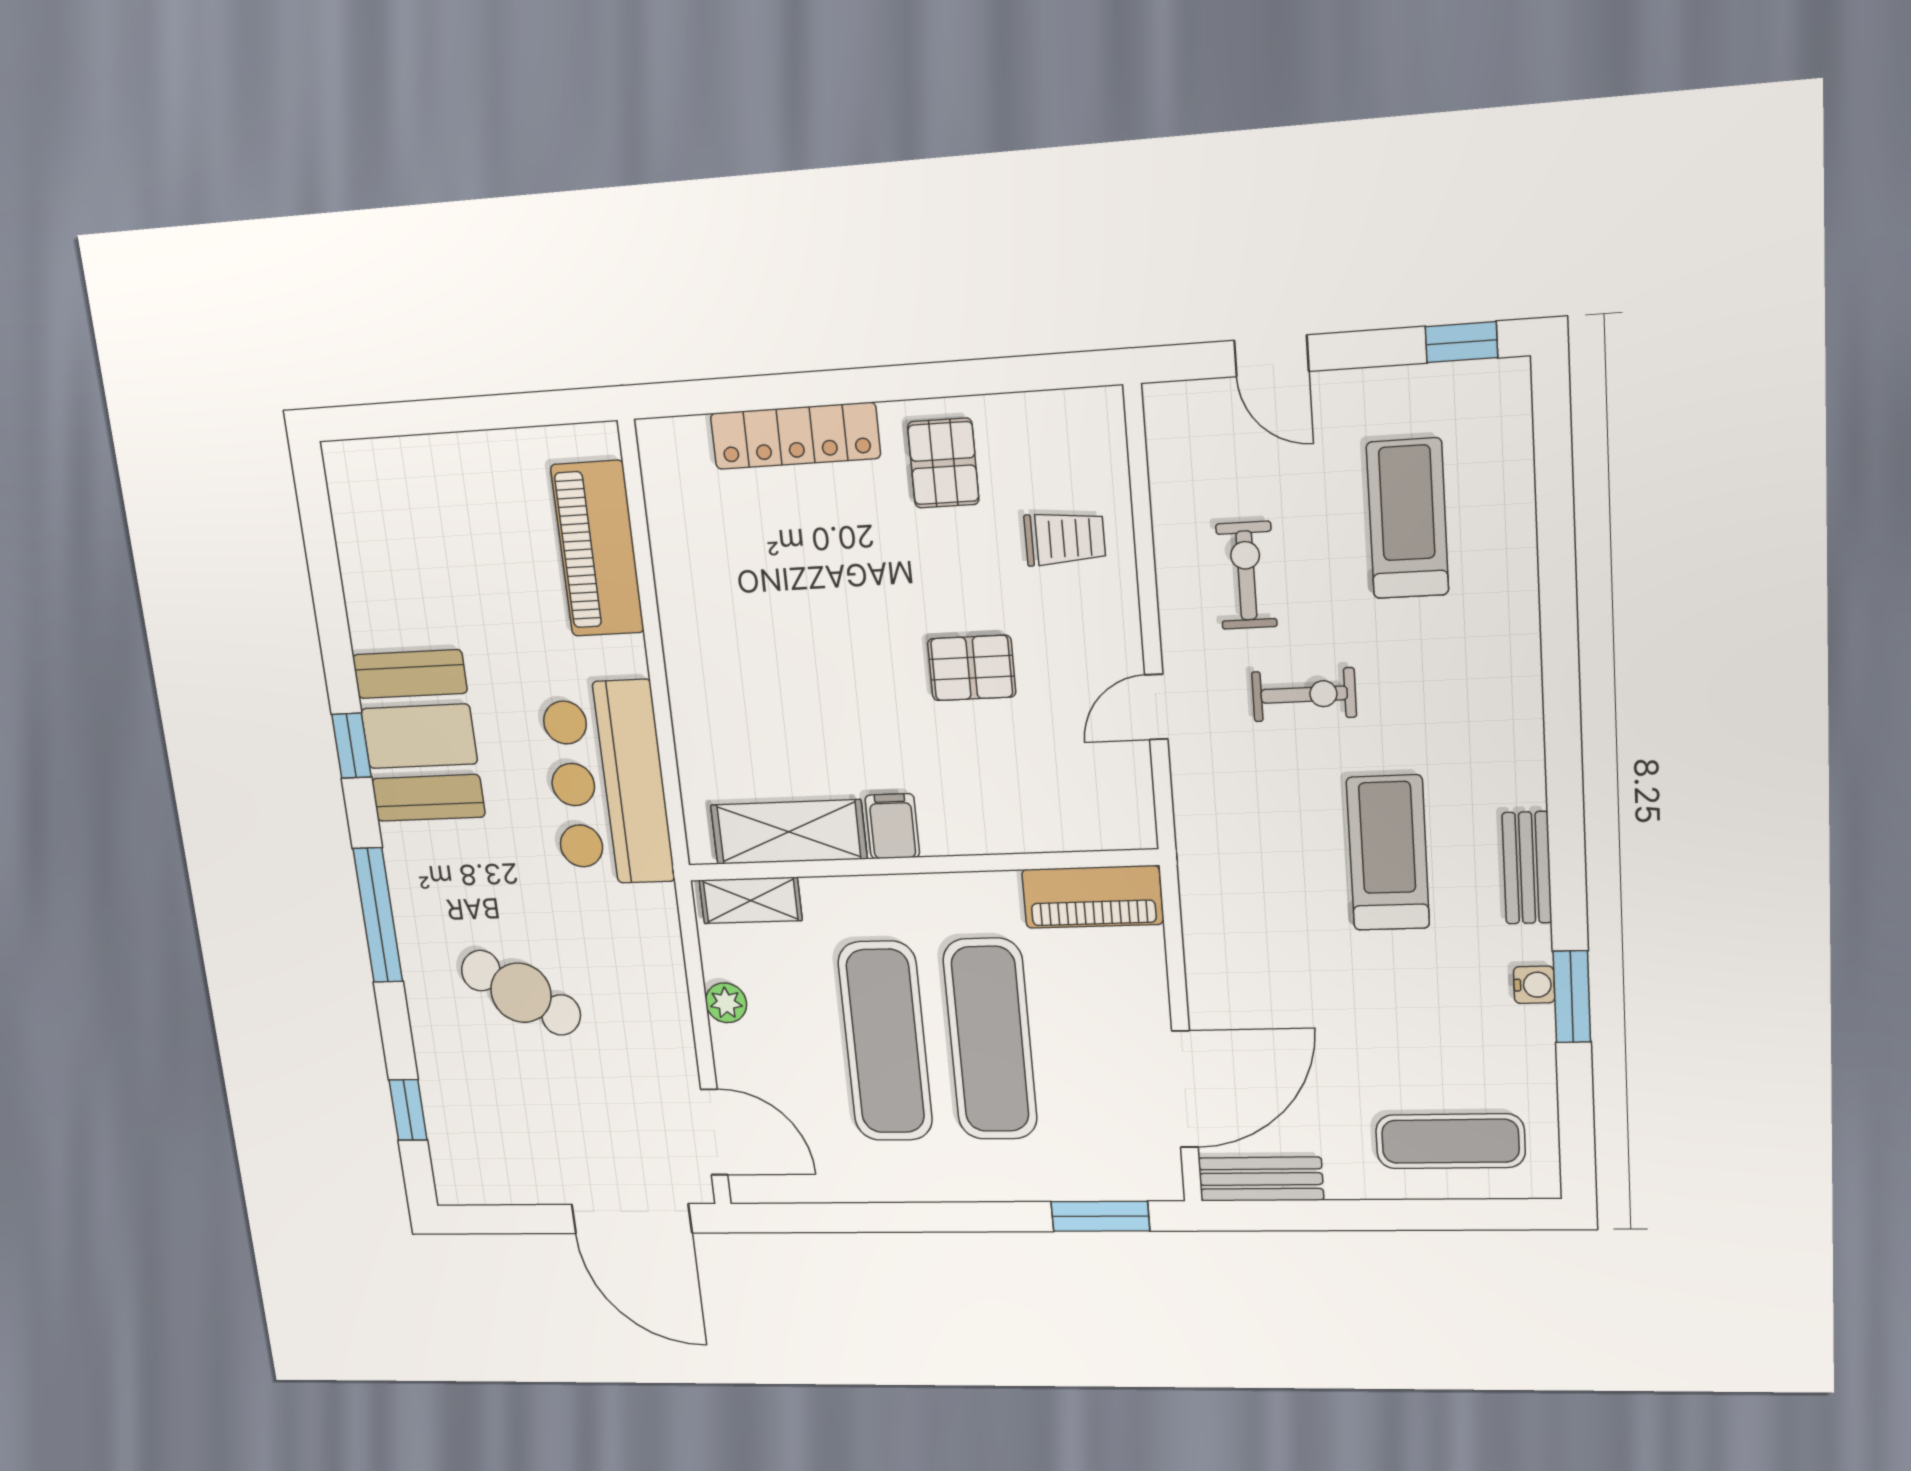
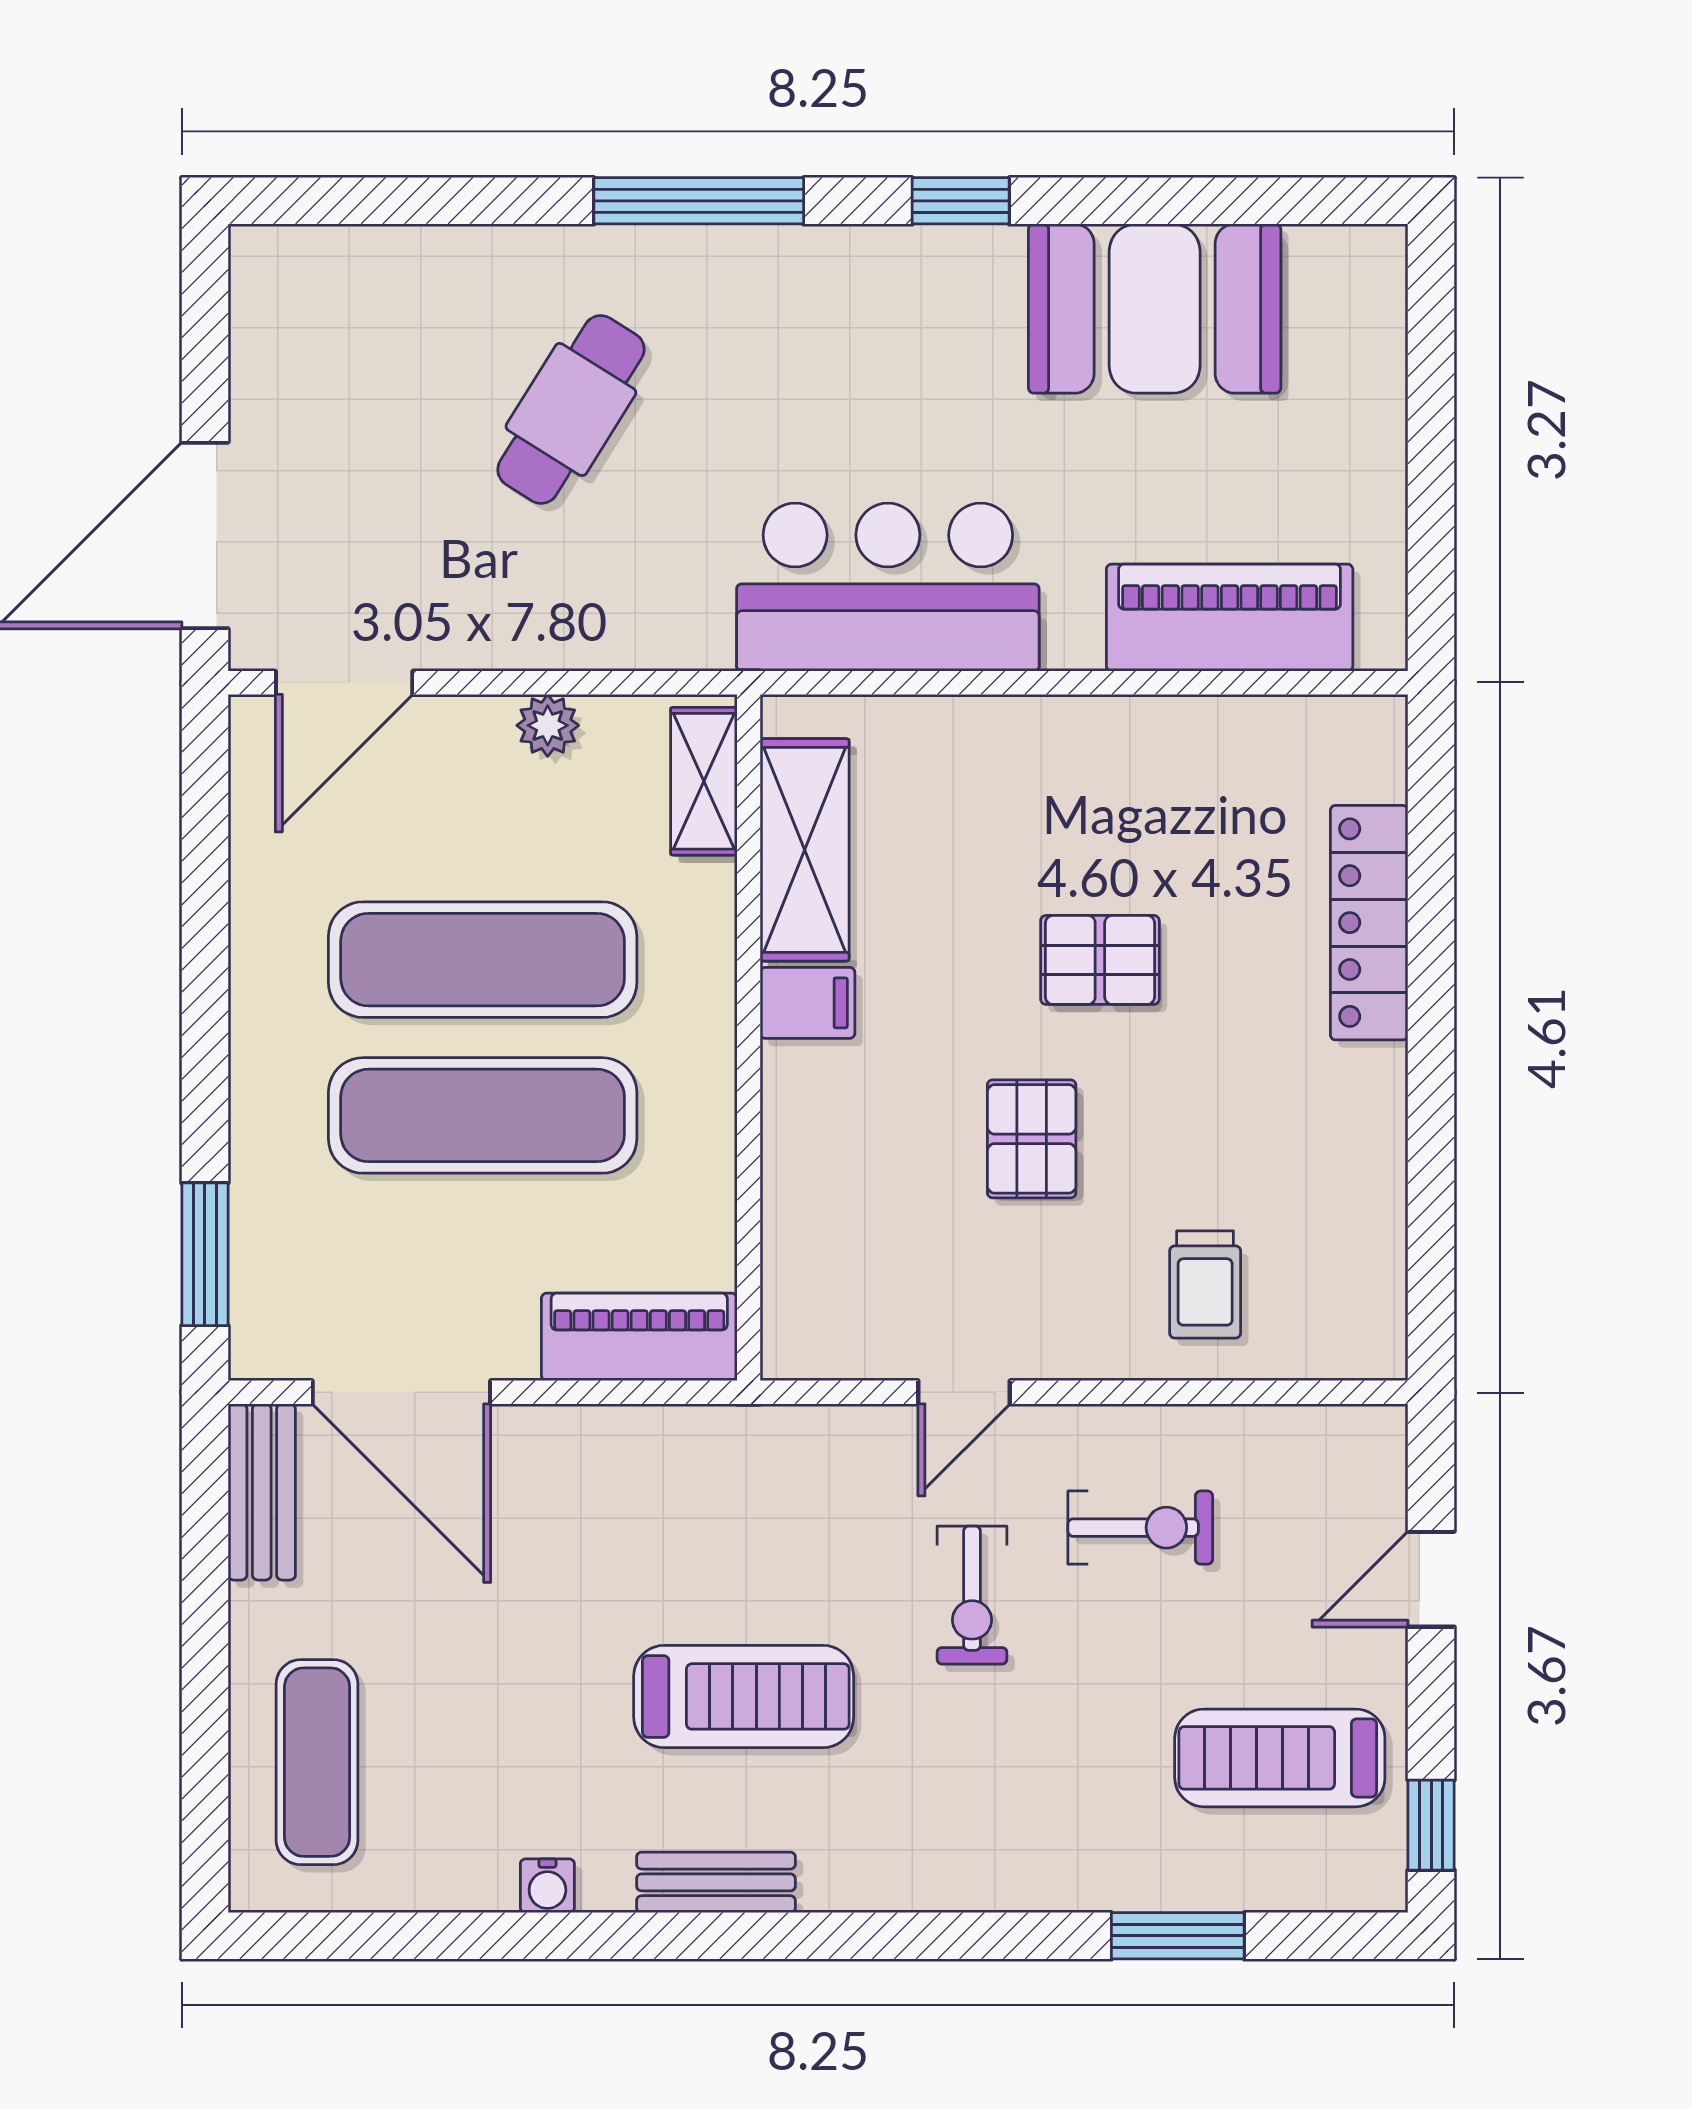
pallet: (943, 463) -> (1100, 960), moved
treadmill: (1408, 519) -> (1280, 1758), moved, turned 180
door: (1156, 707) -> (964, 1392), swing flipped
booth: (419, 736) -> (1155, 309), moved
piano: (1092, 897) -> (639, 1337), moved, turned 90
window: (1572, 997) -> (1178, 1936), moved
window: (408, 1110) -> (387, 201), removed

